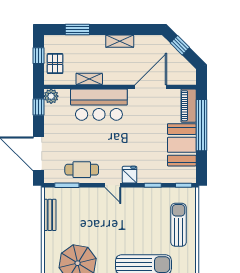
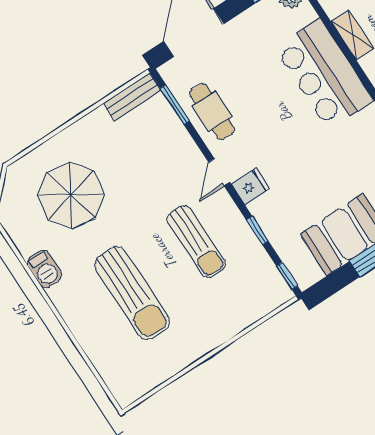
bench: (50, 215) -> (132, 97), moved
sun lounger: (178, 225) -> (196, 241), moved, turned 90

